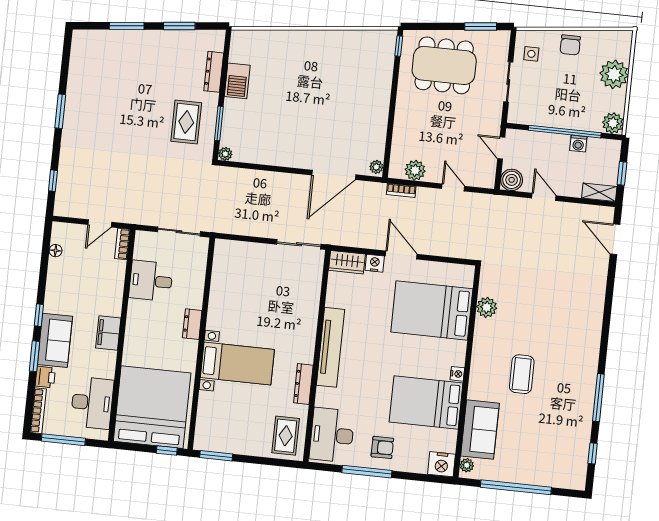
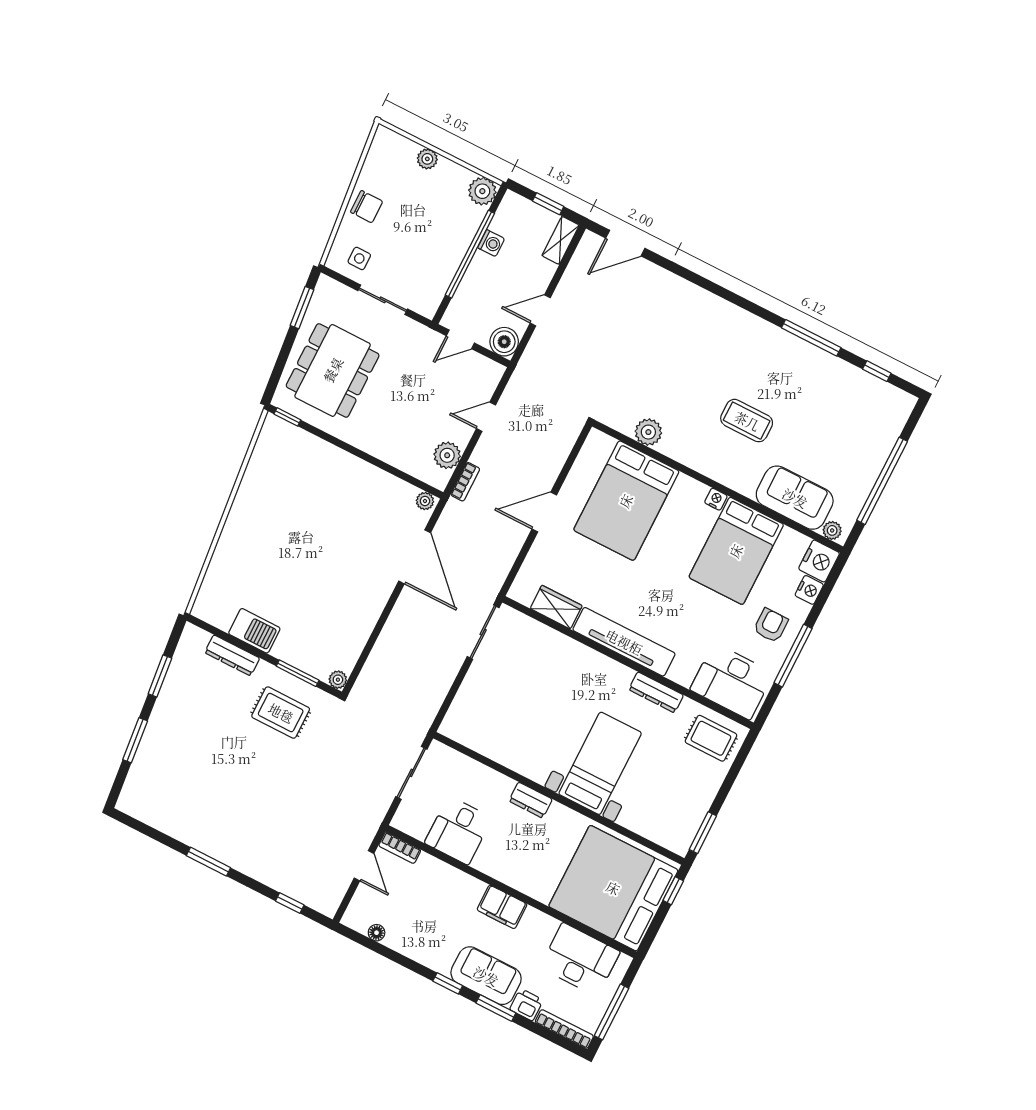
plant: (614, 74) -> (427, 159), width x0.53, depth x0.53
wardrobe: (347, 262) -> (556, 607), moved, turned -90
nightstand: (375, 263) -> (809, 590), moved, turned 180

